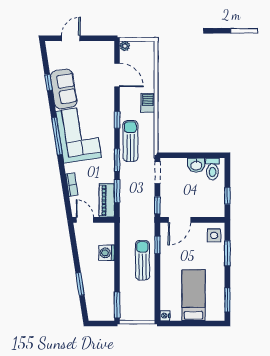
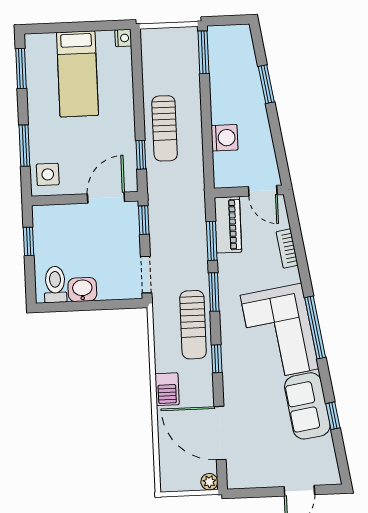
door: (117, 75) -> (220, 433), width x1.36

